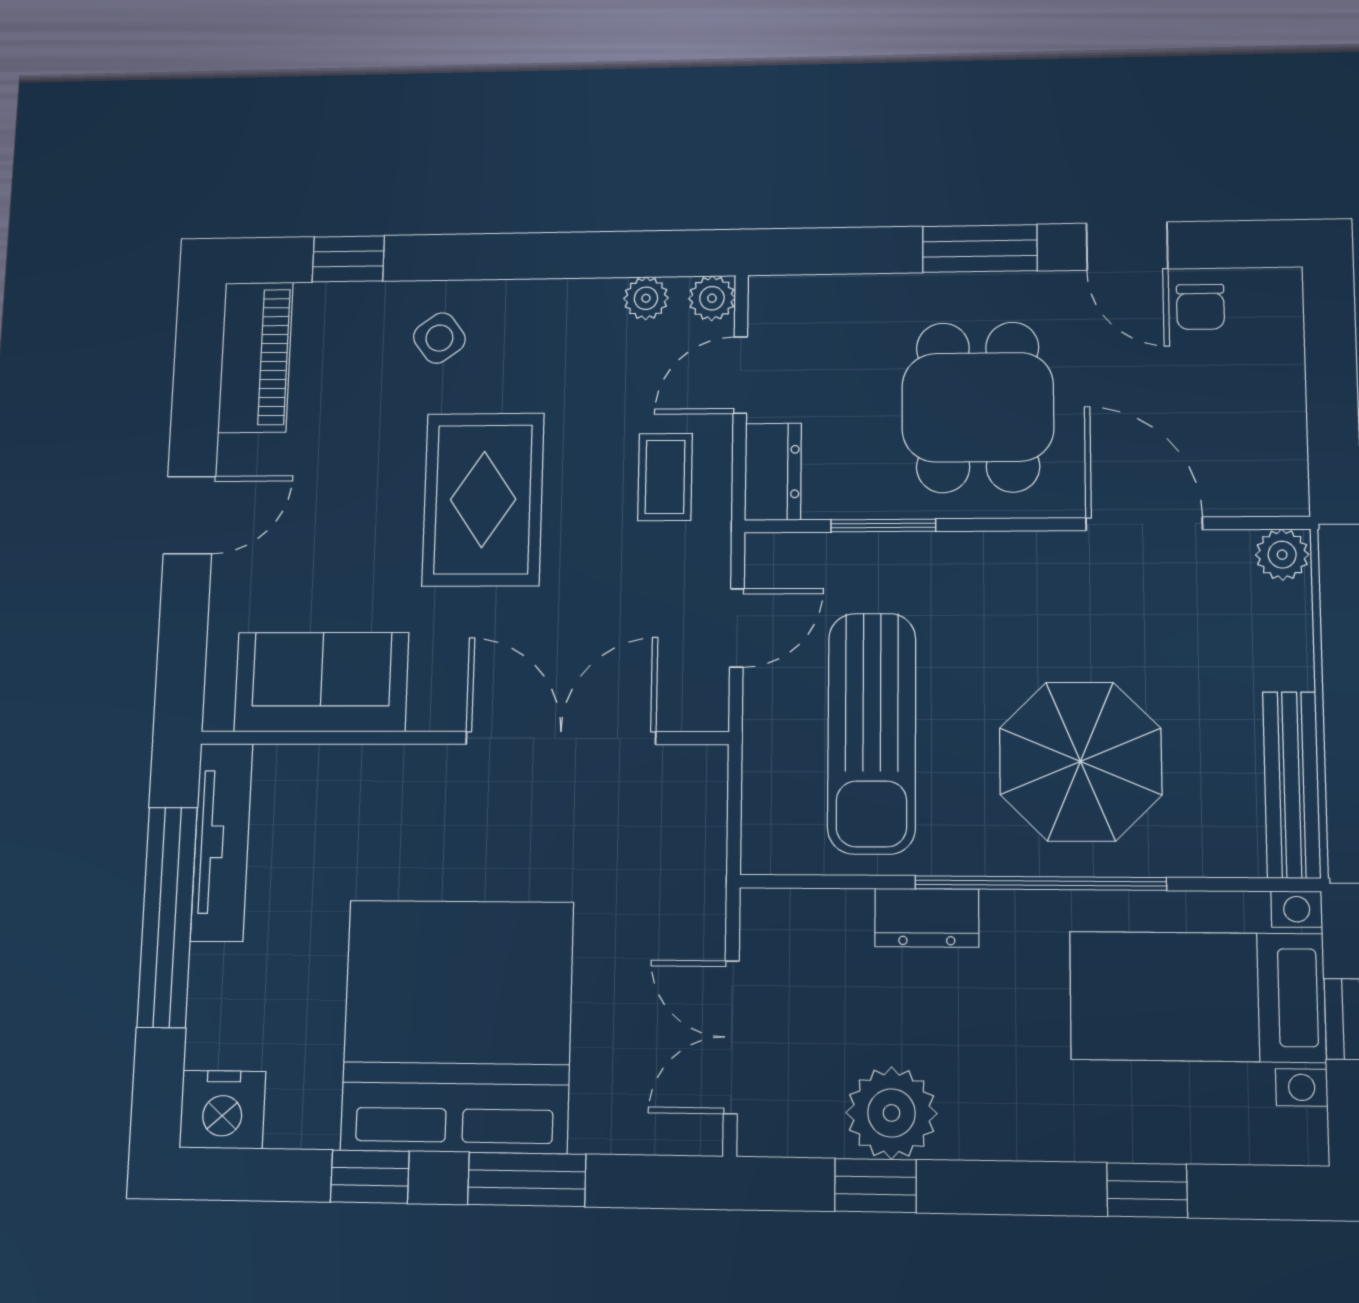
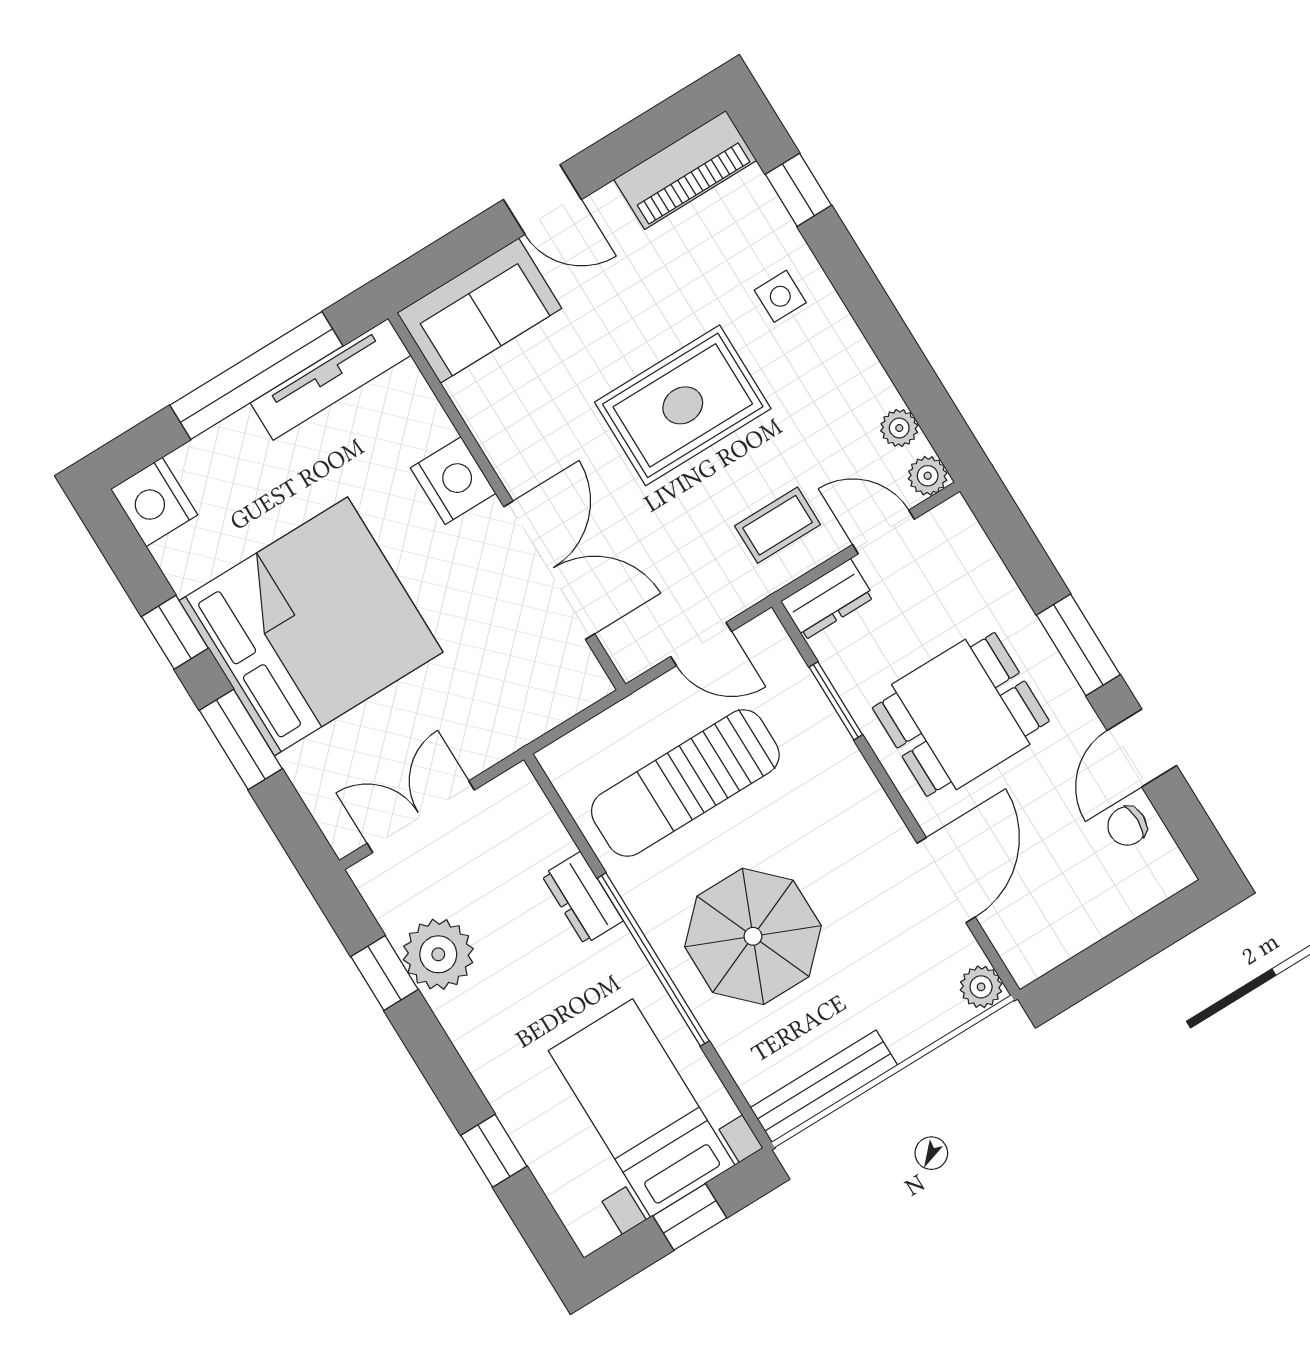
side table: (439, 338) -> (780, 296), turned 36
sofa: (321, 682) -> (479, 311), moved, turned 90
nightstand: (405, 780) -> (453, 481), added

